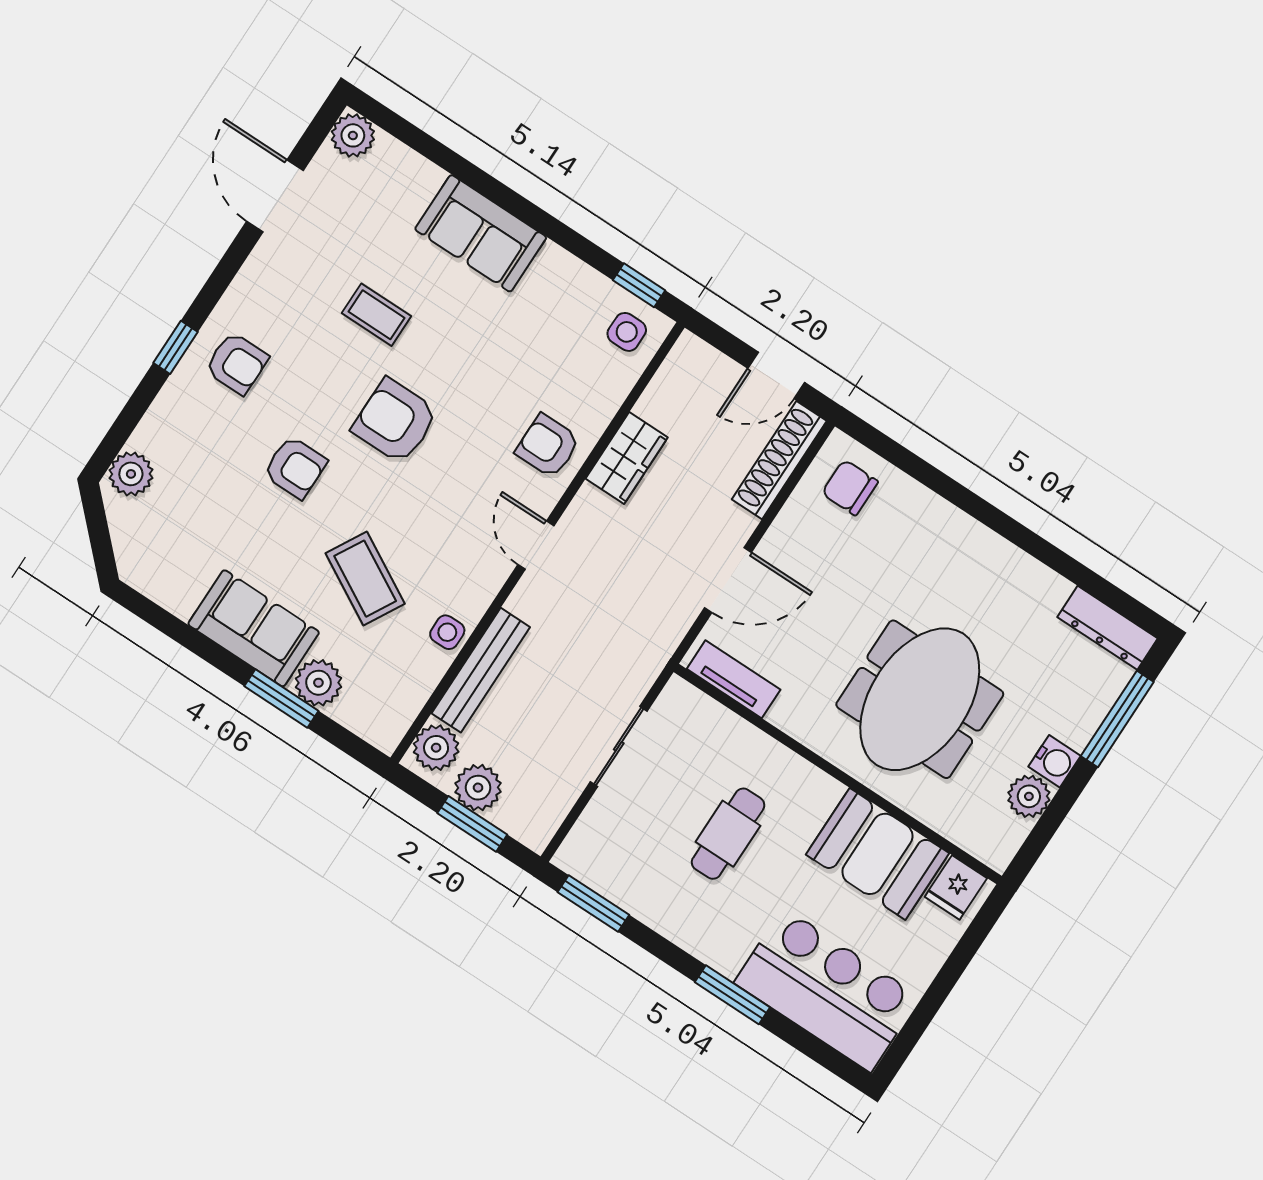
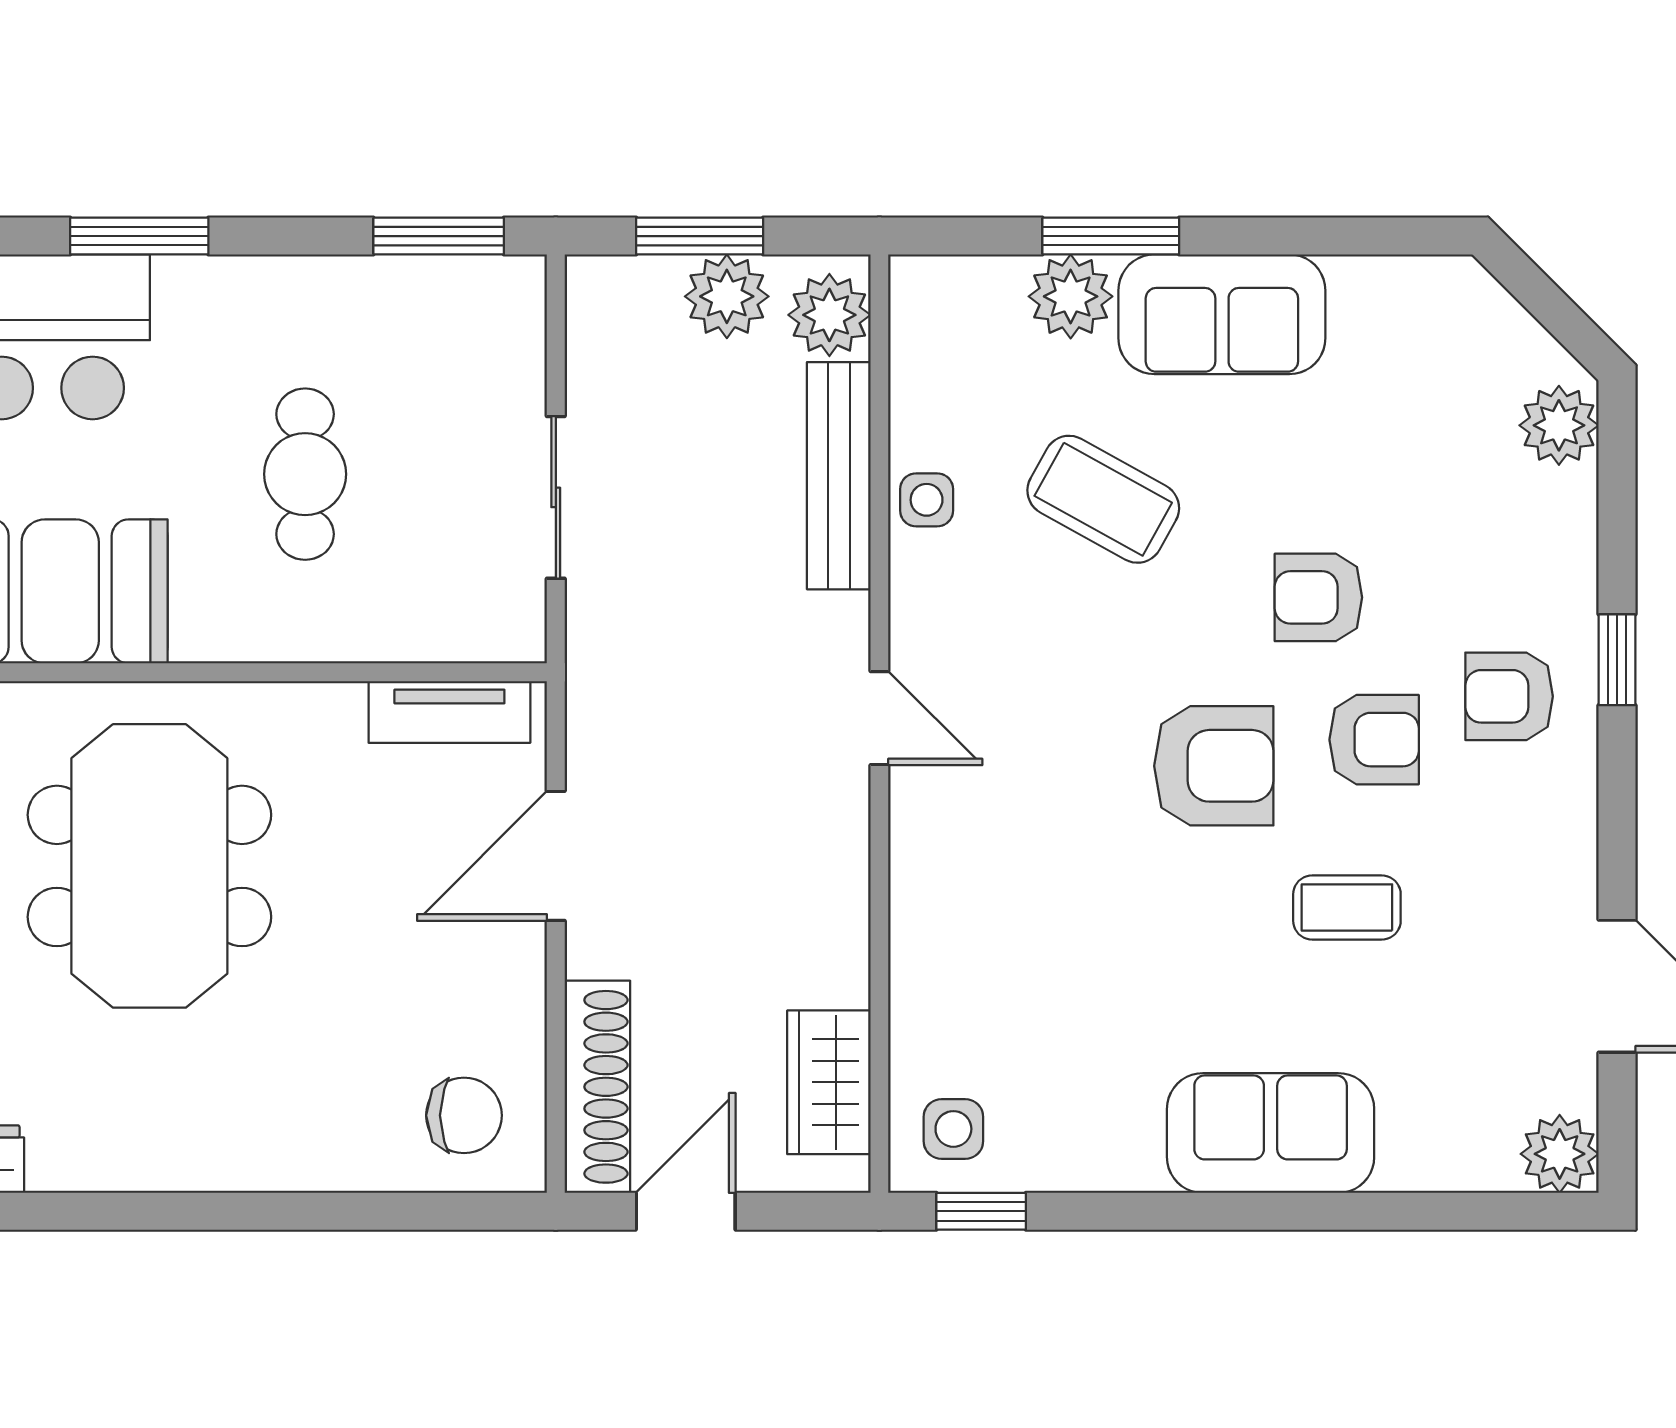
armchair: (548, 446) -> (1374, 740), moved
wardrobe: (627, 458) -> (829, 1082), moved

